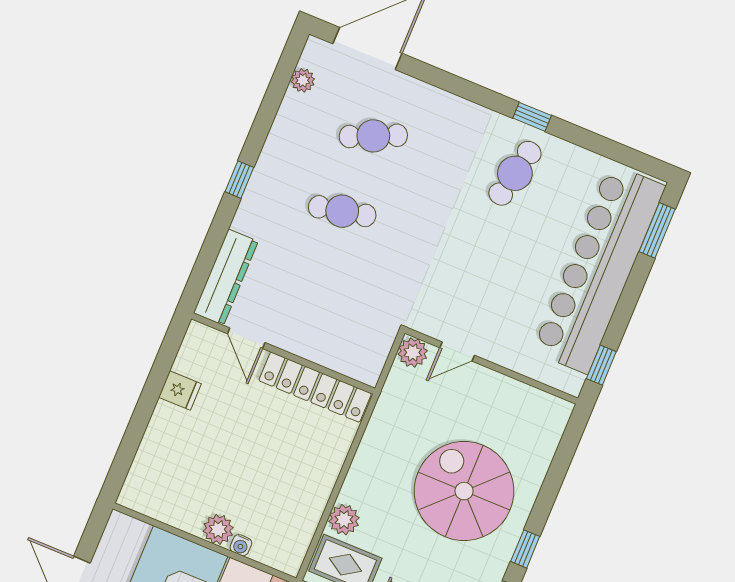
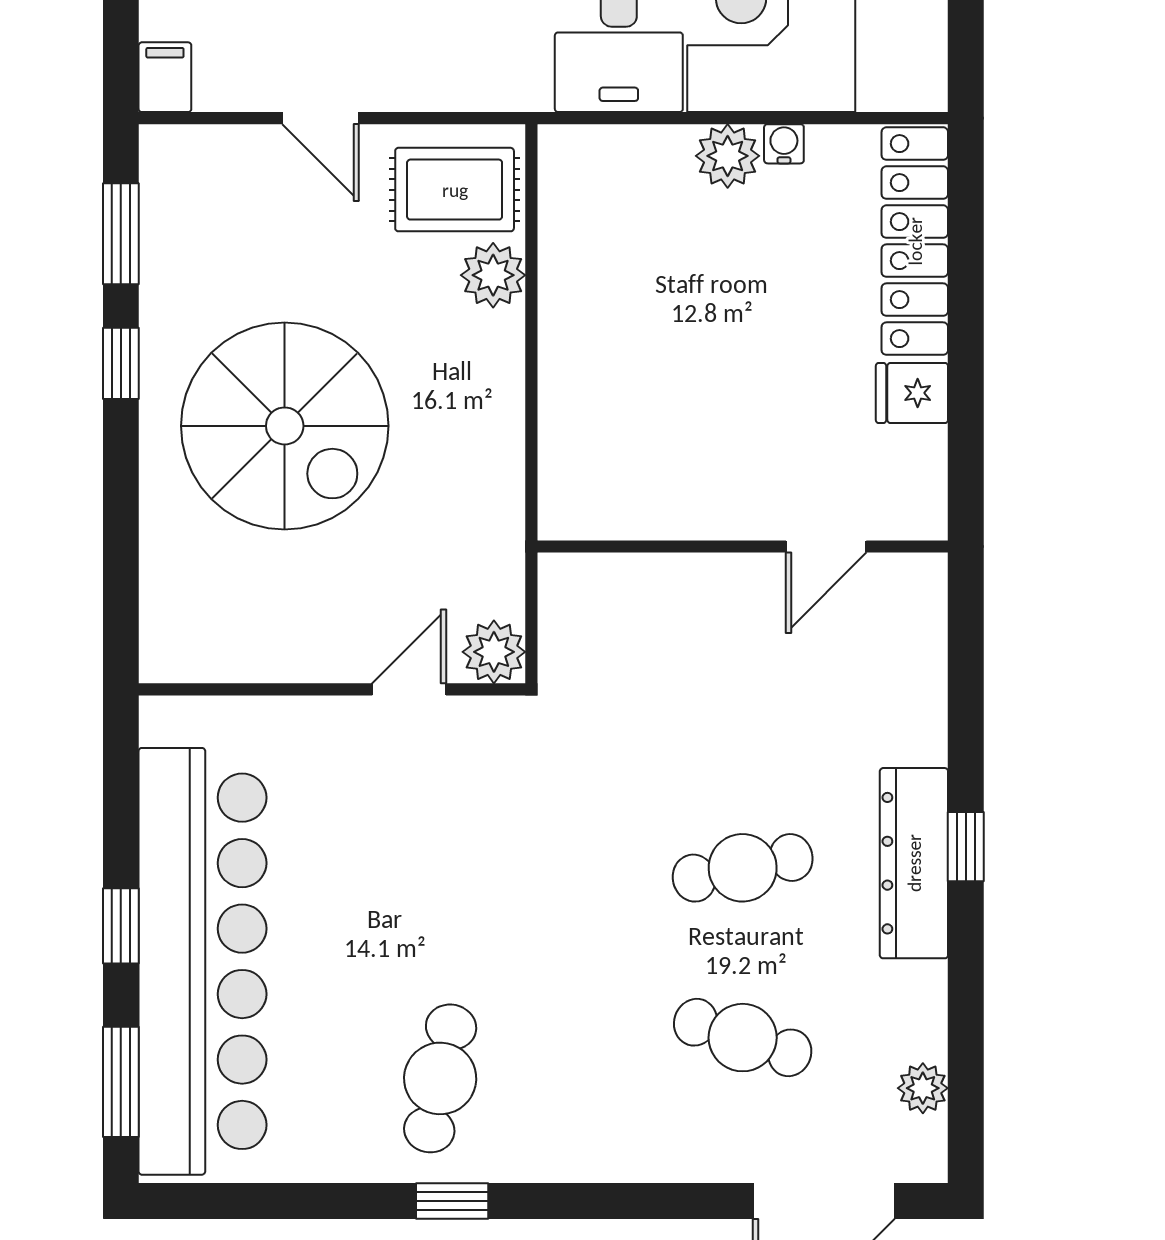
cafe table: (373, 136) -> (743, 1038), turned 42
dresser: (226, 277) -> (914, 863), moved
door: (246, 338) -> (826, 547), swing flipped
window: (601, 365) -> (121, 926), moved
locker: (315, 387) -> (915, 241), moved, turned -90
water cooler: (241, 545) -> (784, 144), moved

